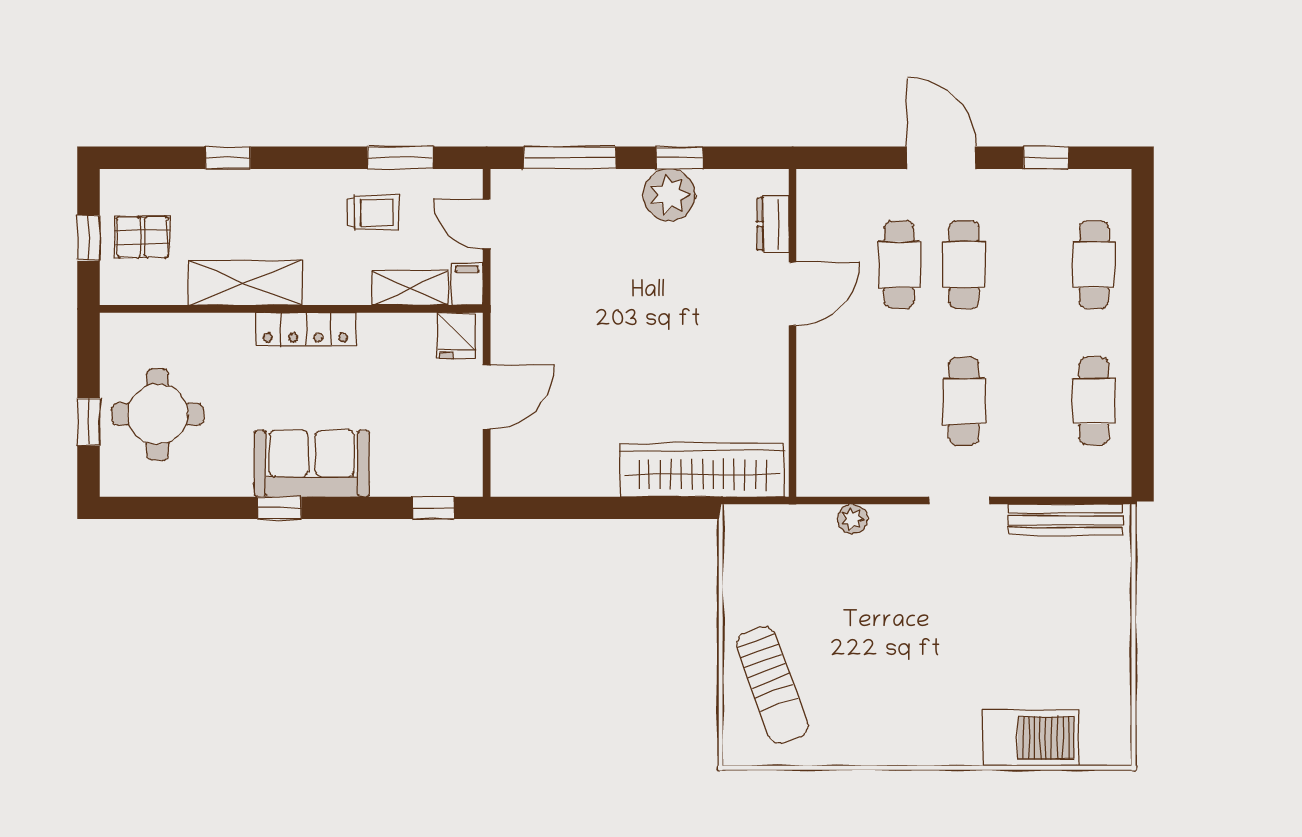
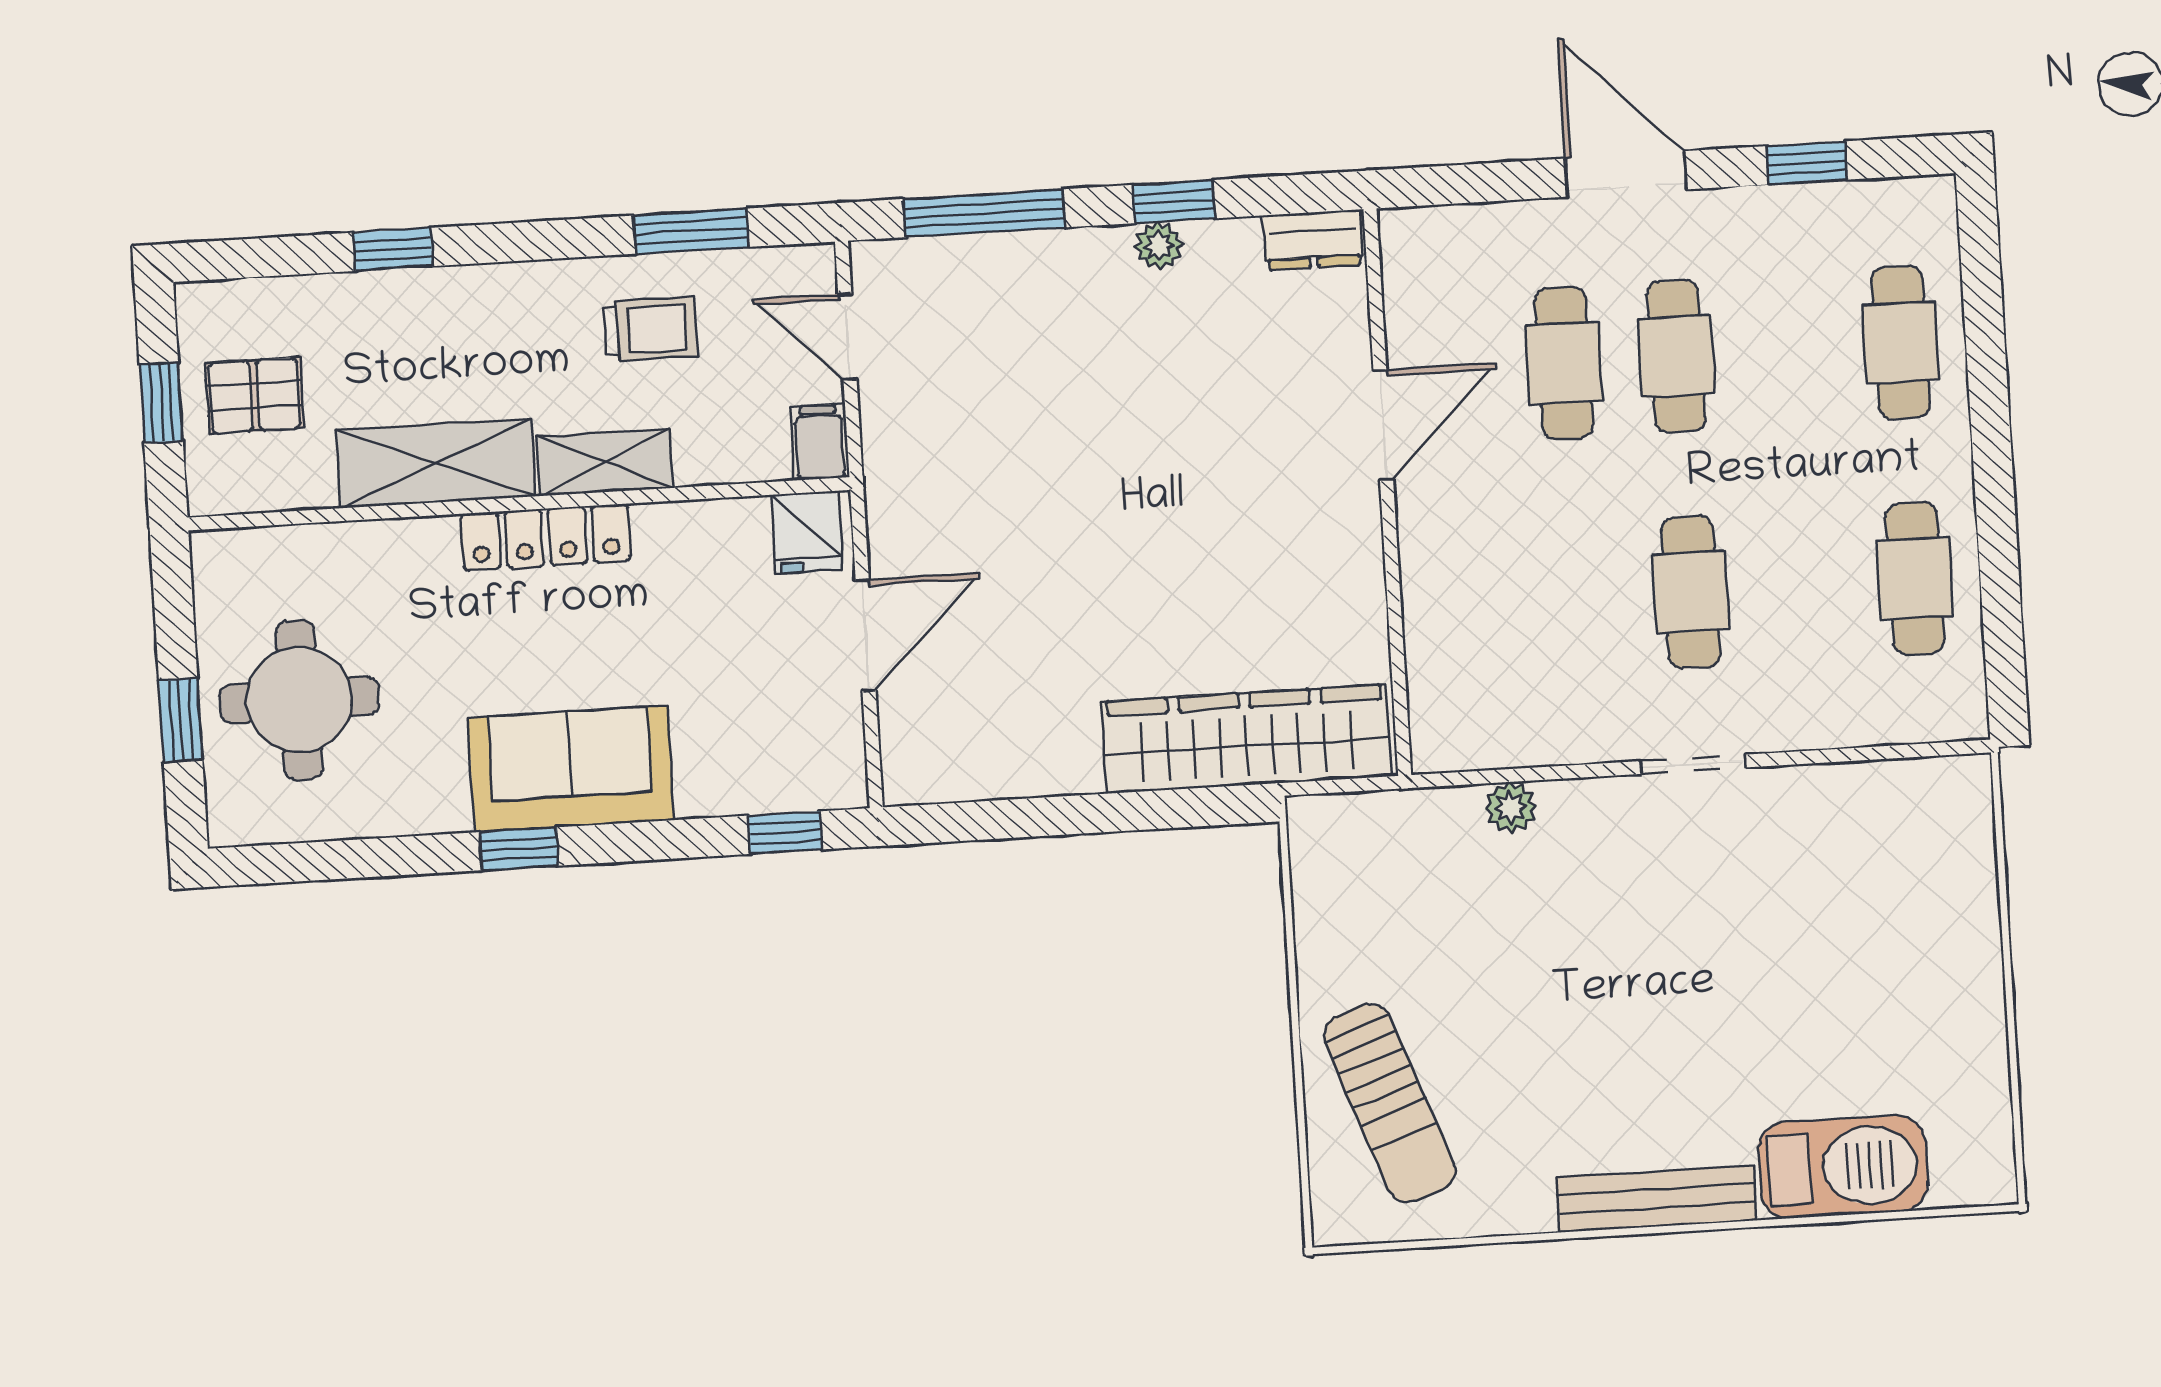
plant: (669, 195) -> (1159, 246), width x0.53, depth x0.53
dresser: (773, 224) -> (1313, 240), moved, turned -90
shelving: (410, 288) -> (605, 462), moved
bench: (1066, 520) -> (1657, 1199), moved

